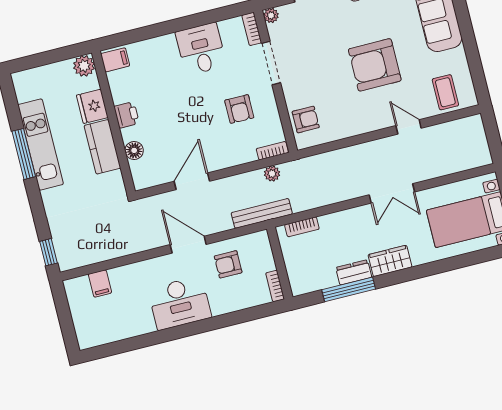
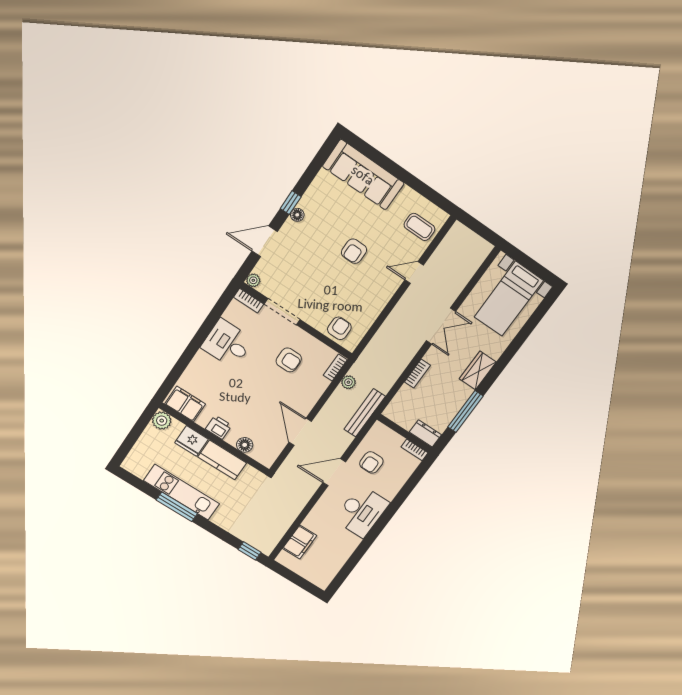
filing cabinet: (115, 60) -> (185, 404), width x2.00
armchair: (375, 65) -> (354, 251), width x0.53, depth x0.53
bookcase: (302, 227) -> (417, 374), moved
dresser: (354, 272) -> (425, 433), moved, turned 90
filing cabinet: (100, 283) -> (300, 542), width x2.00

